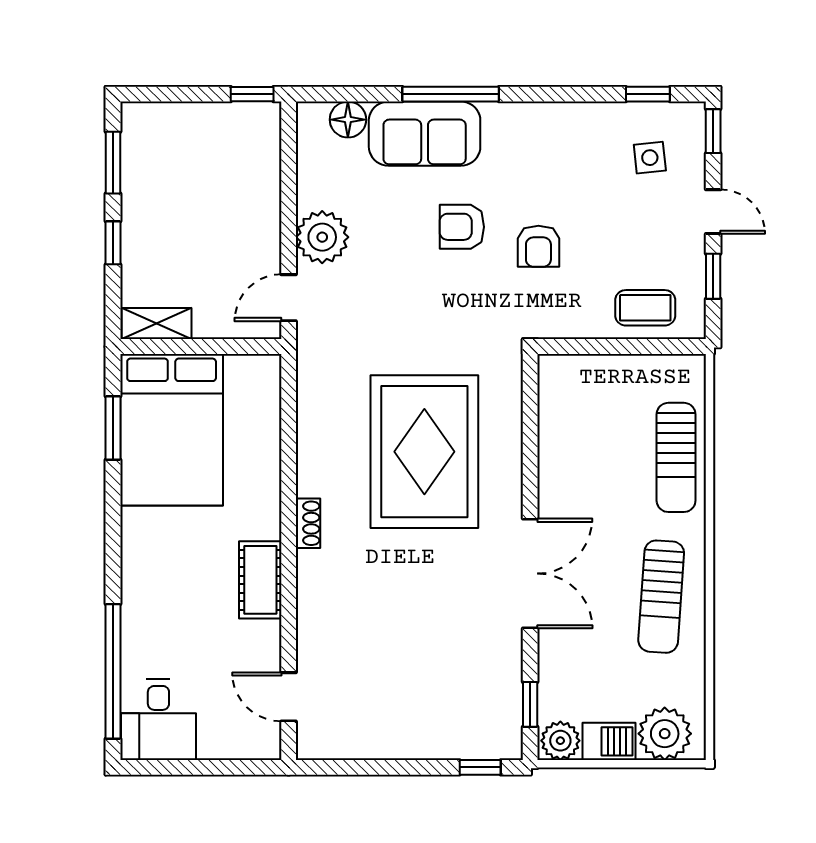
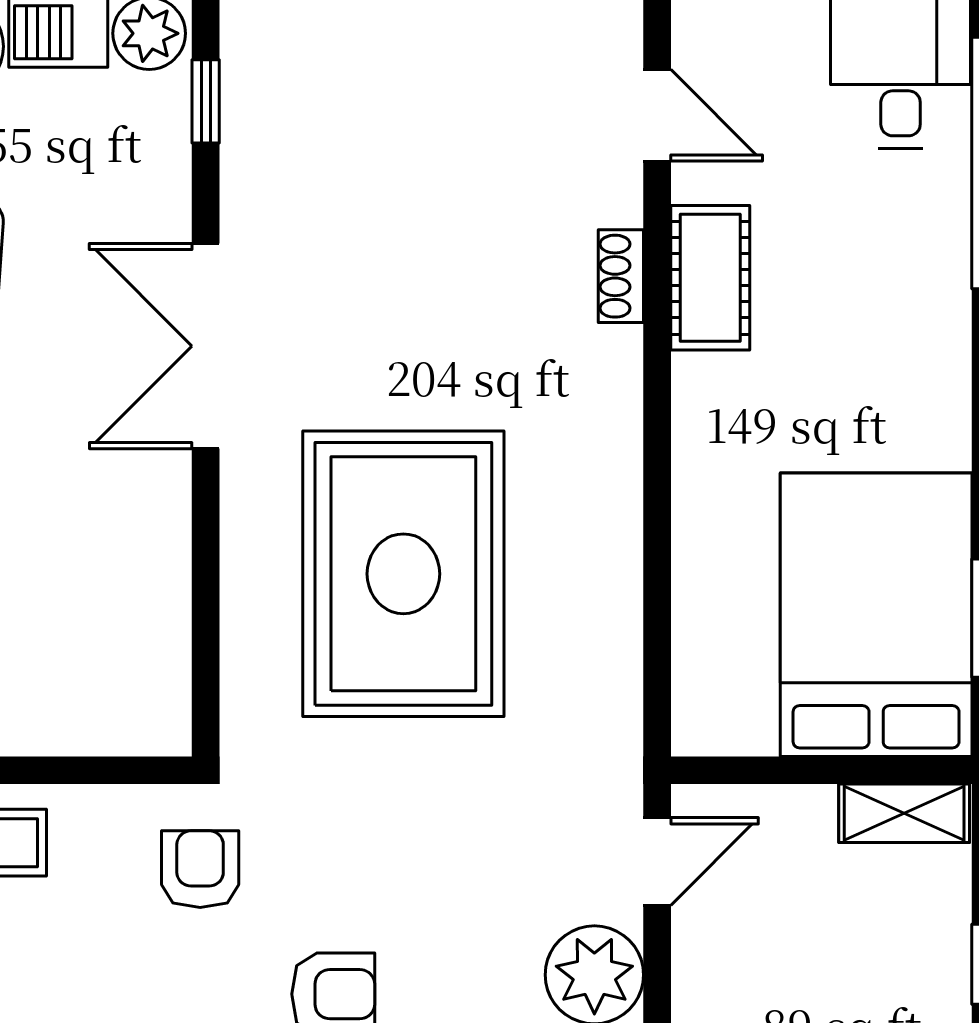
armchair: (538, 246) -> (200, 869), moved
shoe rack: (308, 523) -> (621, 276), moved
cot: (260, 580) -> (710, 278), moved

